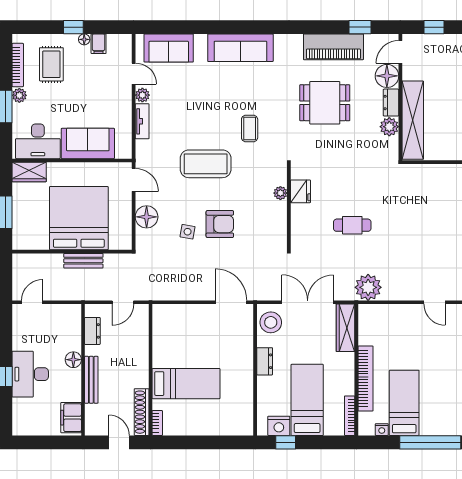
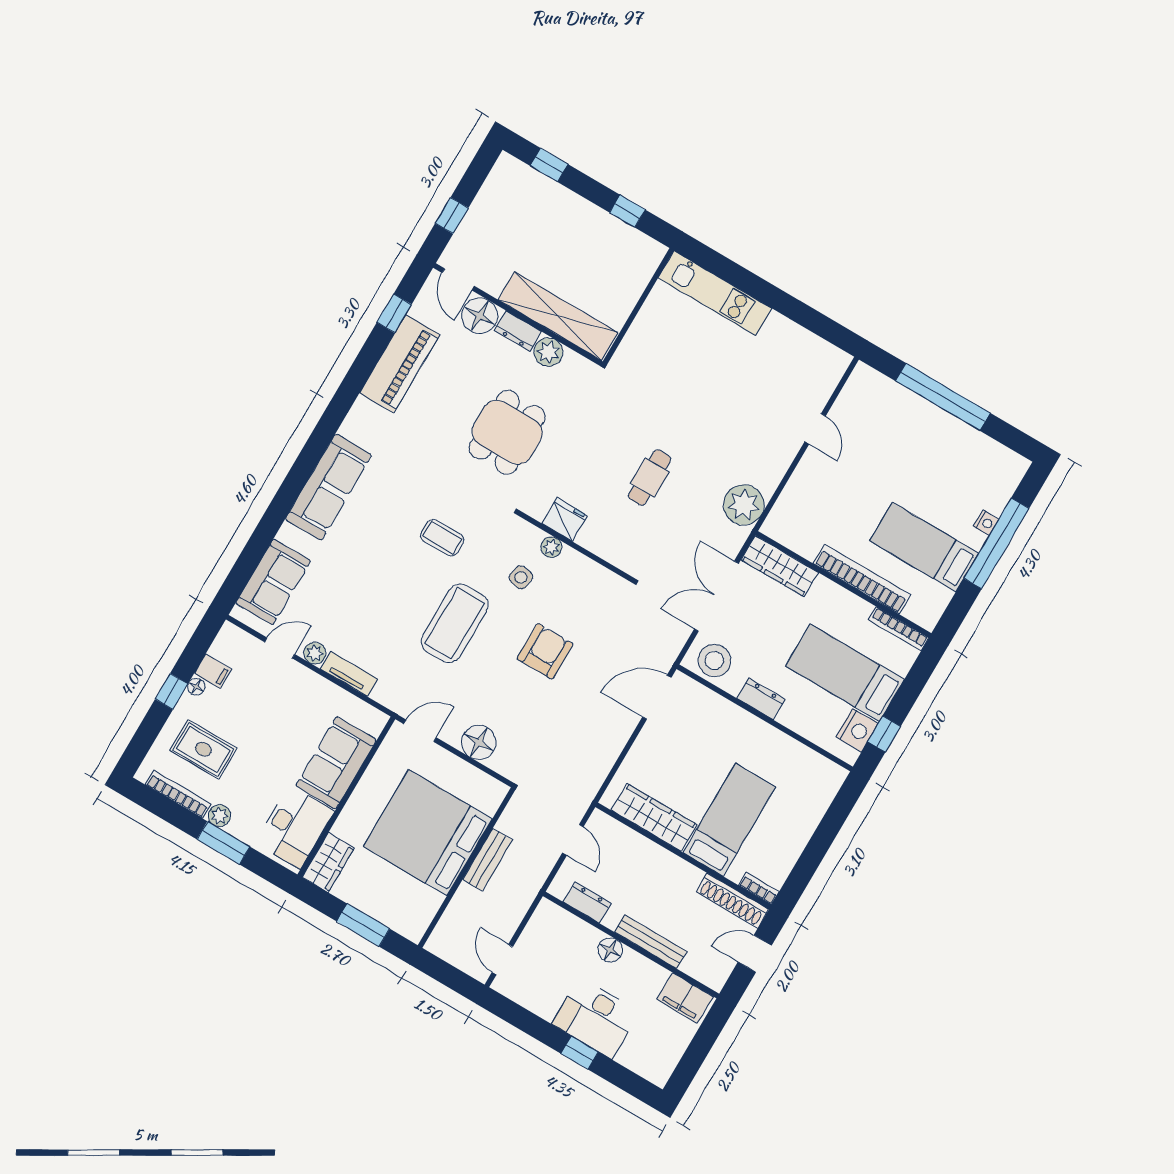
dining table: (325, 103) -> (507, 432), moved
side table: (188, 232) -> (521, 577), moved
door: (435, 302) -> (815, 429), hinge flipped
wardrobe: (162, 340) -> (654, 817), added
nightstand: (382, 430) -> (986, 523), moved

